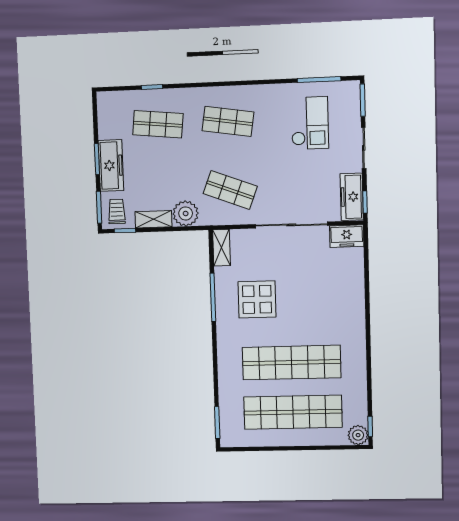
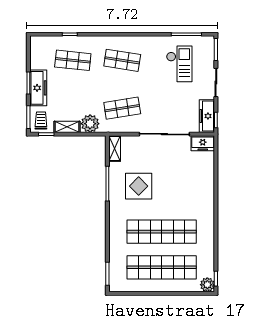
shop shelf: (230, 190) -> (122, 108), turned -30

